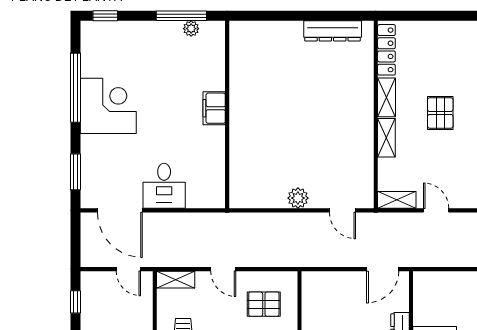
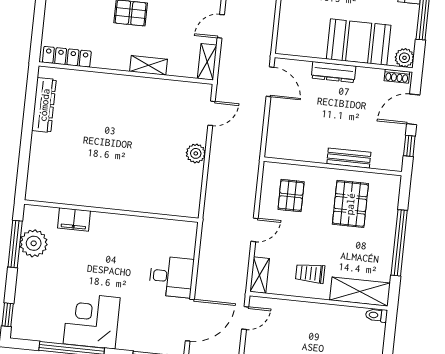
plant: (191, 29) -> (34, 243), width x1.88, depth x1.88
shelving: (387, 97) -> (111, 61), removed
filing cabinet: (214, 108) -> (74, 219), moved

